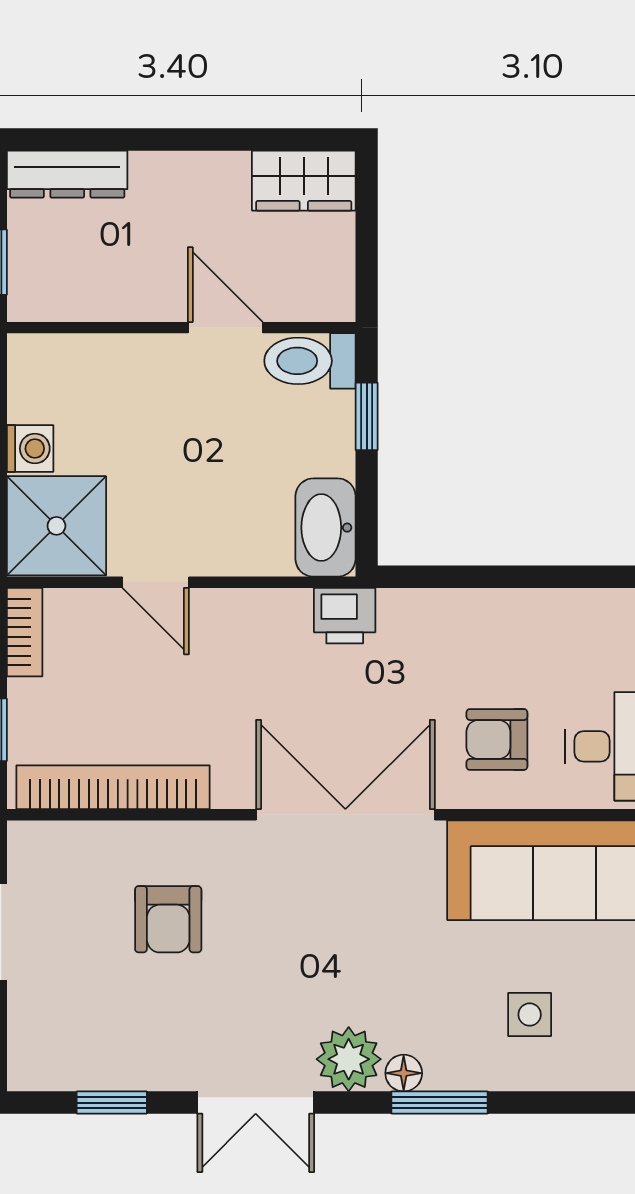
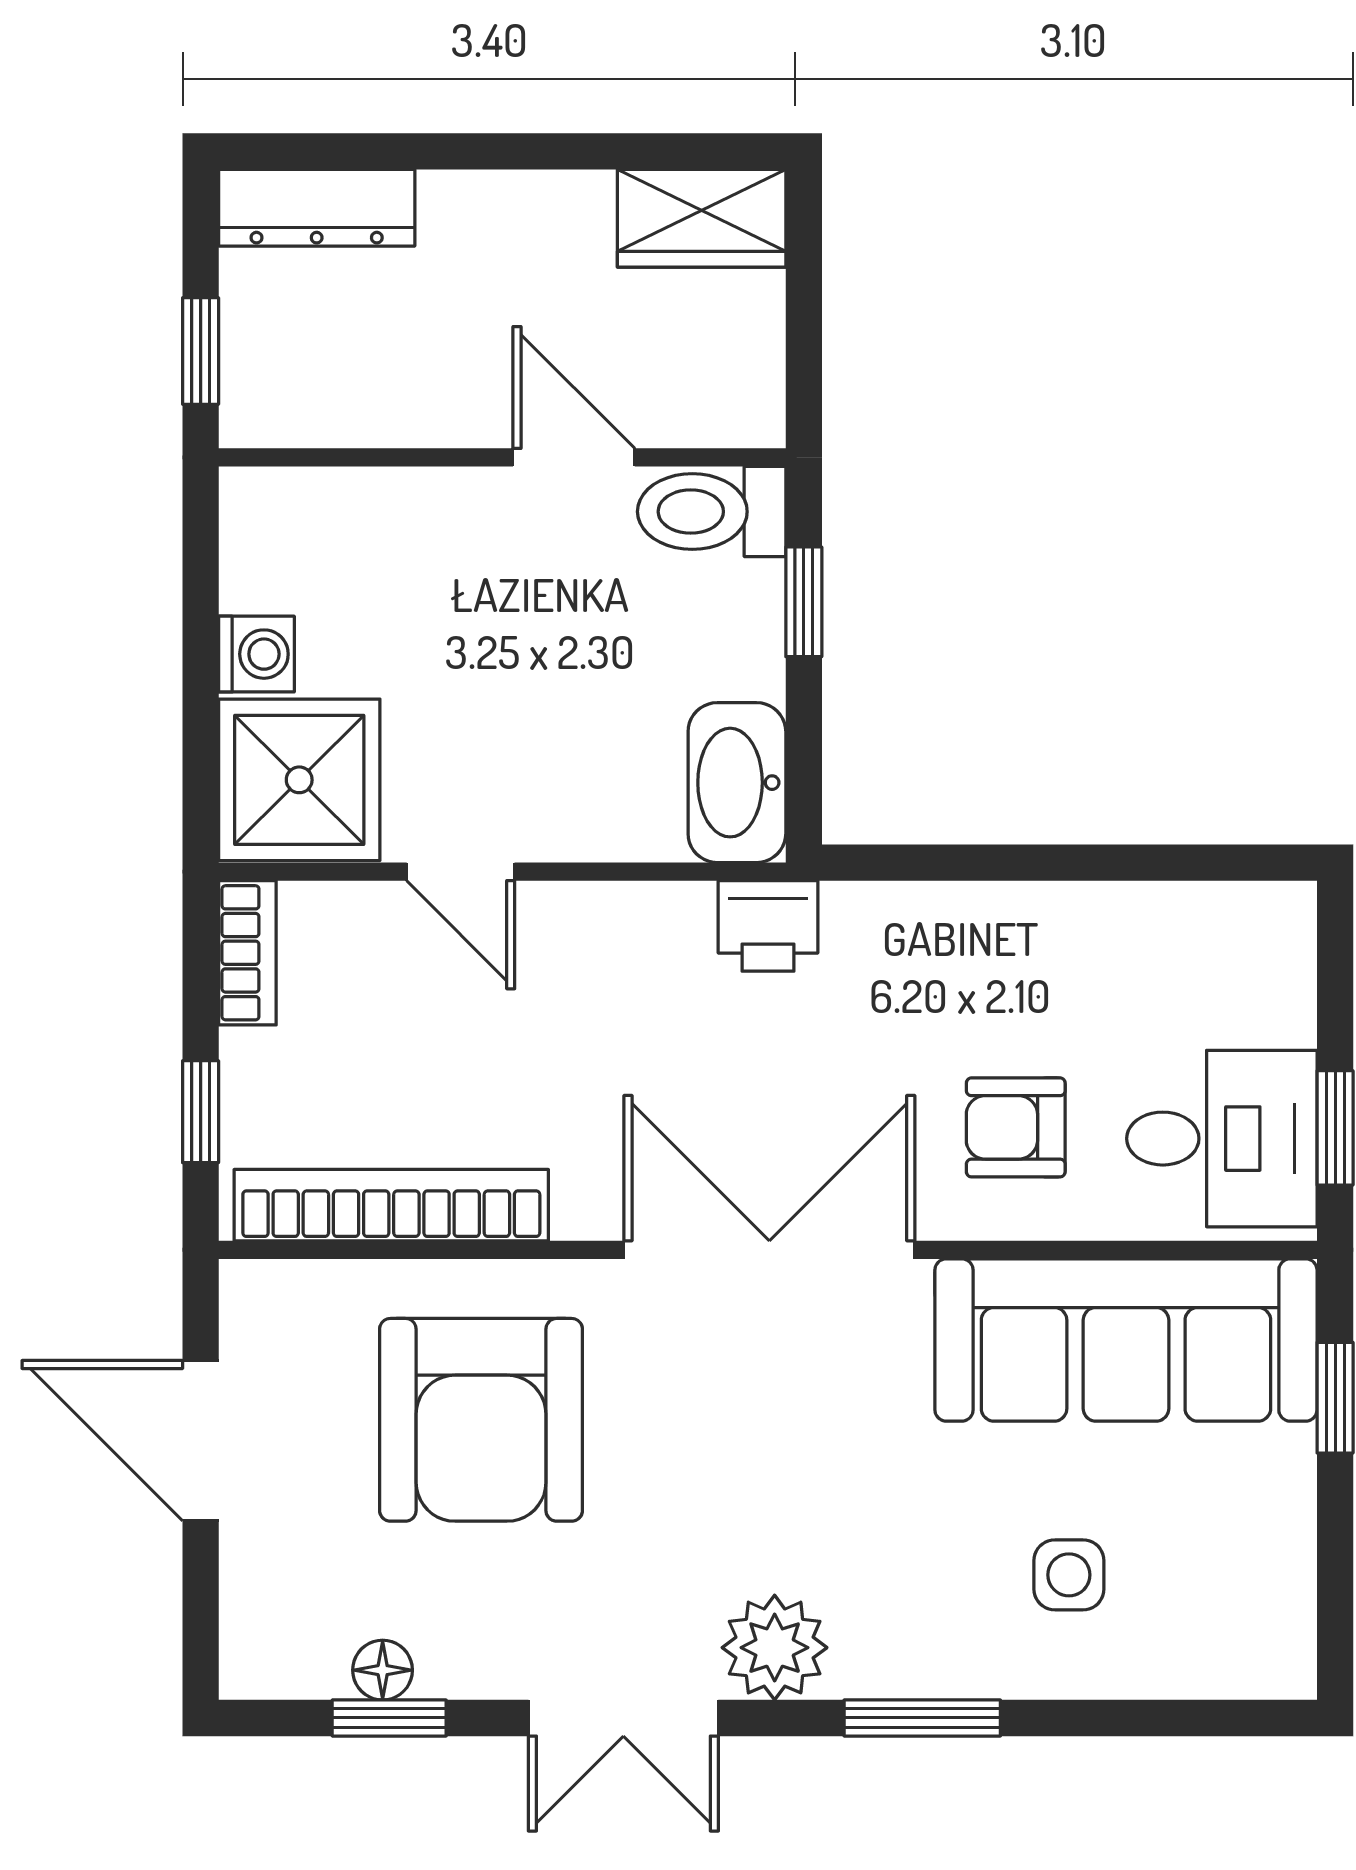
armchair: (168, 919) -> (481, 1420), width x1.88, depth x1.88
floor lamp: (404, 1073) -> (383, 1670), moved

